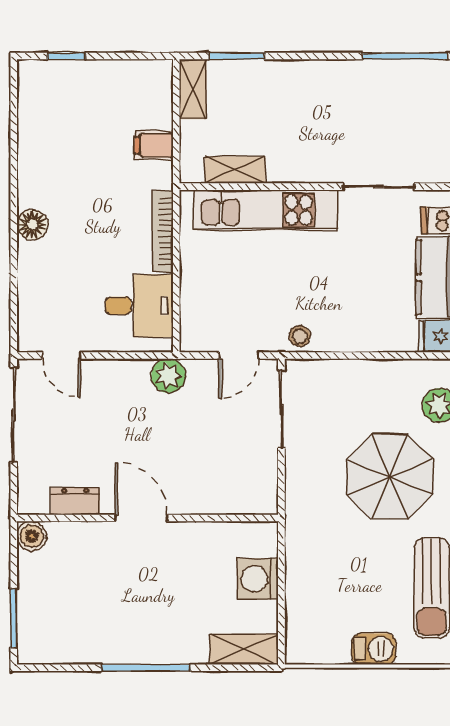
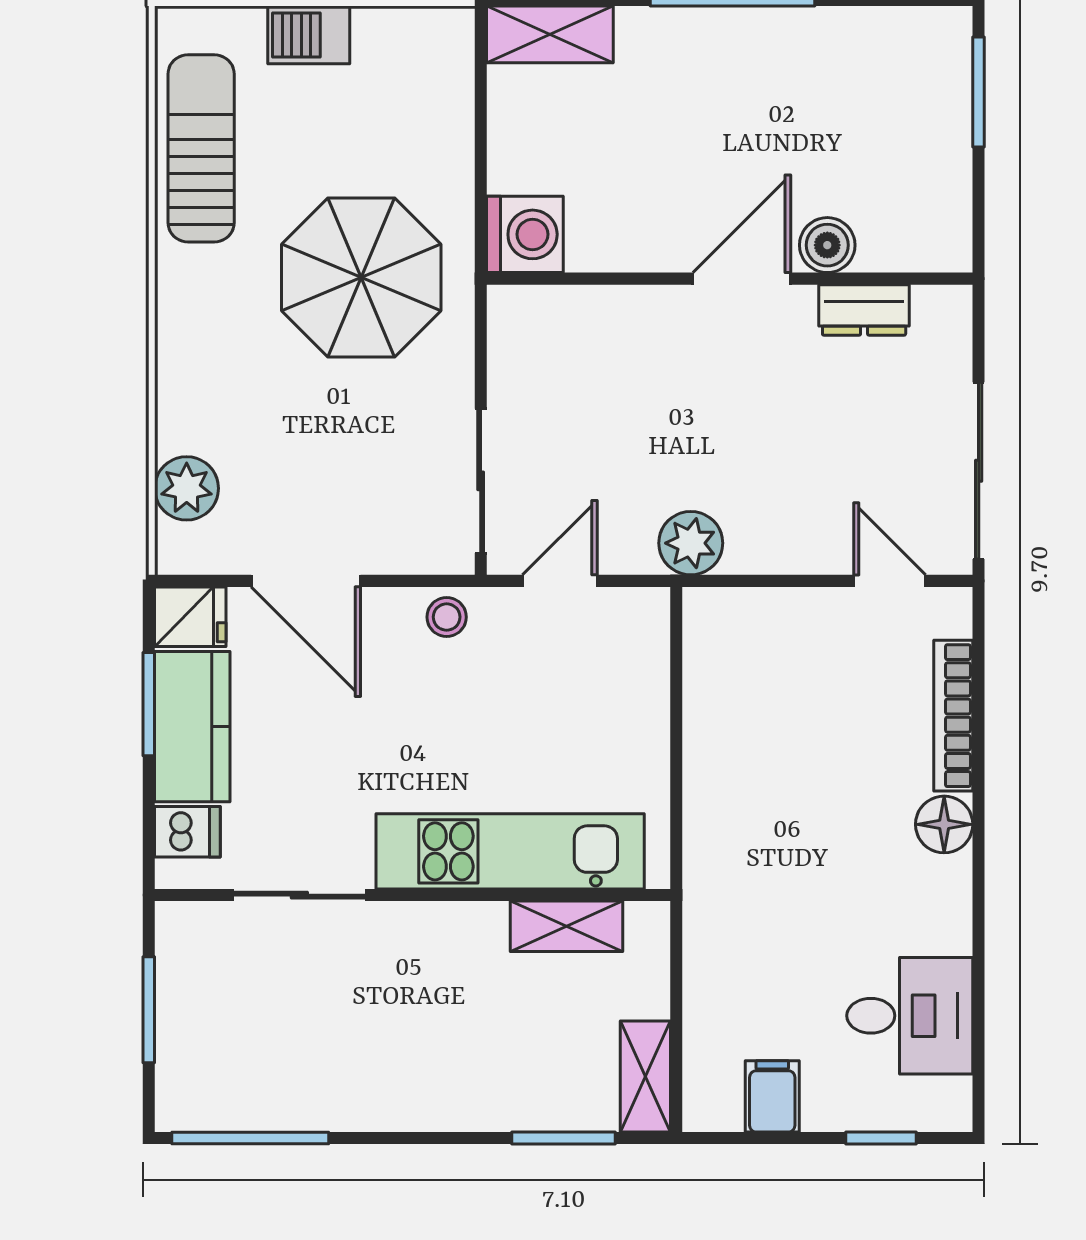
filing cabinet: (154, 145) -> (772, 1096), moved, turned -90
bookcase: (163, 231) -> (953, 716), moved, turned 180
desk: (139, 306) -> (910, 1016), moved, turned 180
door: (375, 355) -> (306, 581), added
parasol: (390, 477) -> (361, 278), moved
door: (141, 518) -> (742, 279), swing flipped
boiler: (32, 536) -> (827, 245), moved
washing machine: (258, 579) -> (525, 234), moved

